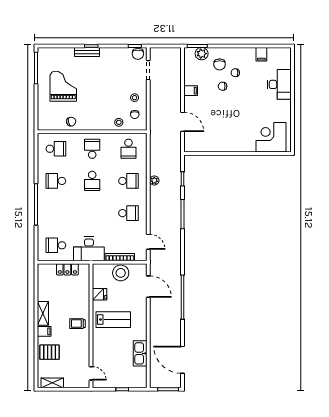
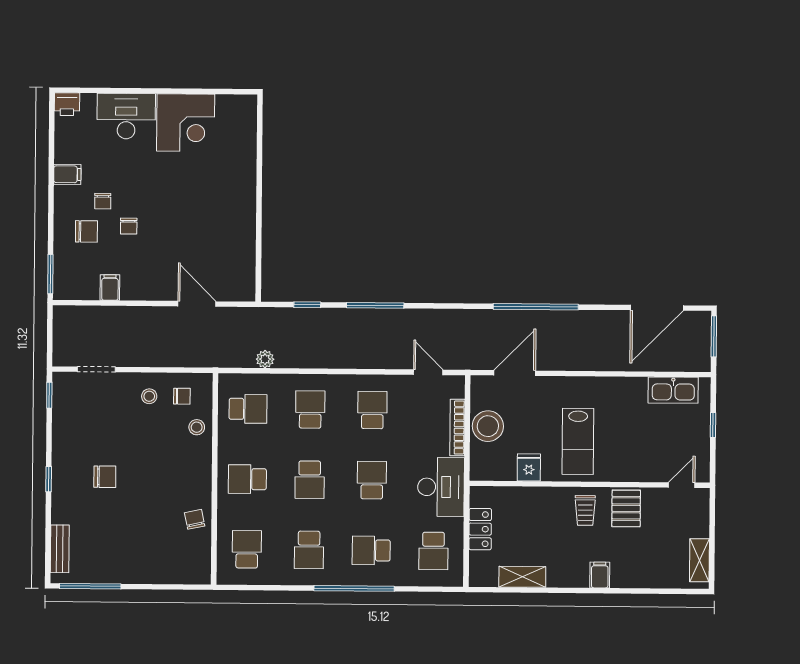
bench: (87, 52) -> (60, 549), moved
chair: (138, 54) -> (105, 477), moved
plant: (202, 54) -> (65, 266), removed
filing cabinet: (261, 54) -> (67, 174), moved
printer: (285, 54) -> (67, 104), added
grand piano: (63, 86) -> (126, 534), removed
filing cabinet: (191, 91) -> (110, 288), moved
door: (183, 122) -> (197, 304), hinge flipped
corner desk: (271, 137) -> (186, 123), moved, turned -90
plant: (154, 180) -> (265, 359), moved
school desk: (92, 181) -> (310, 480), turned 90
school desk: (56, 213) -> (371, 550), added
school desk: (92, 213) -> (372, 480), added
door: (148, 242) -> (428, 372), hinge flipped
shelving: (43, 313) -> (522, 577), moved
lab bench: (113, 320) -> (578, 441), turned 180
pallet: (50, 352) -> (626, 508), moved
kitchen sink: (140, 353) -> (673, 390), moved

